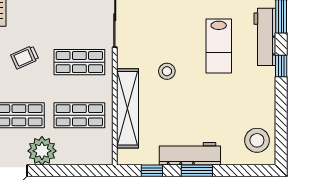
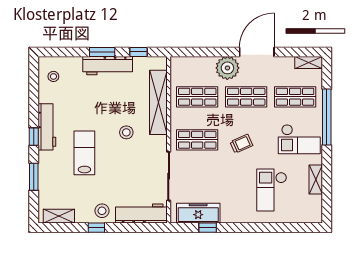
workbench: (265, 37) -> (47, 127), moved
stool: (257, 140) -> (53, 76), width x0.53, depth x0.53

